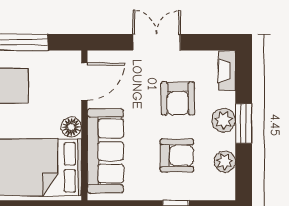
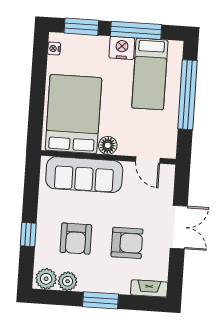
door: (84, 82) -> (148, 160), width x0.73
armchair: (178, 98) -> (127, 243), turned 180
plant: (224, 120) -> (46, 279), moved

